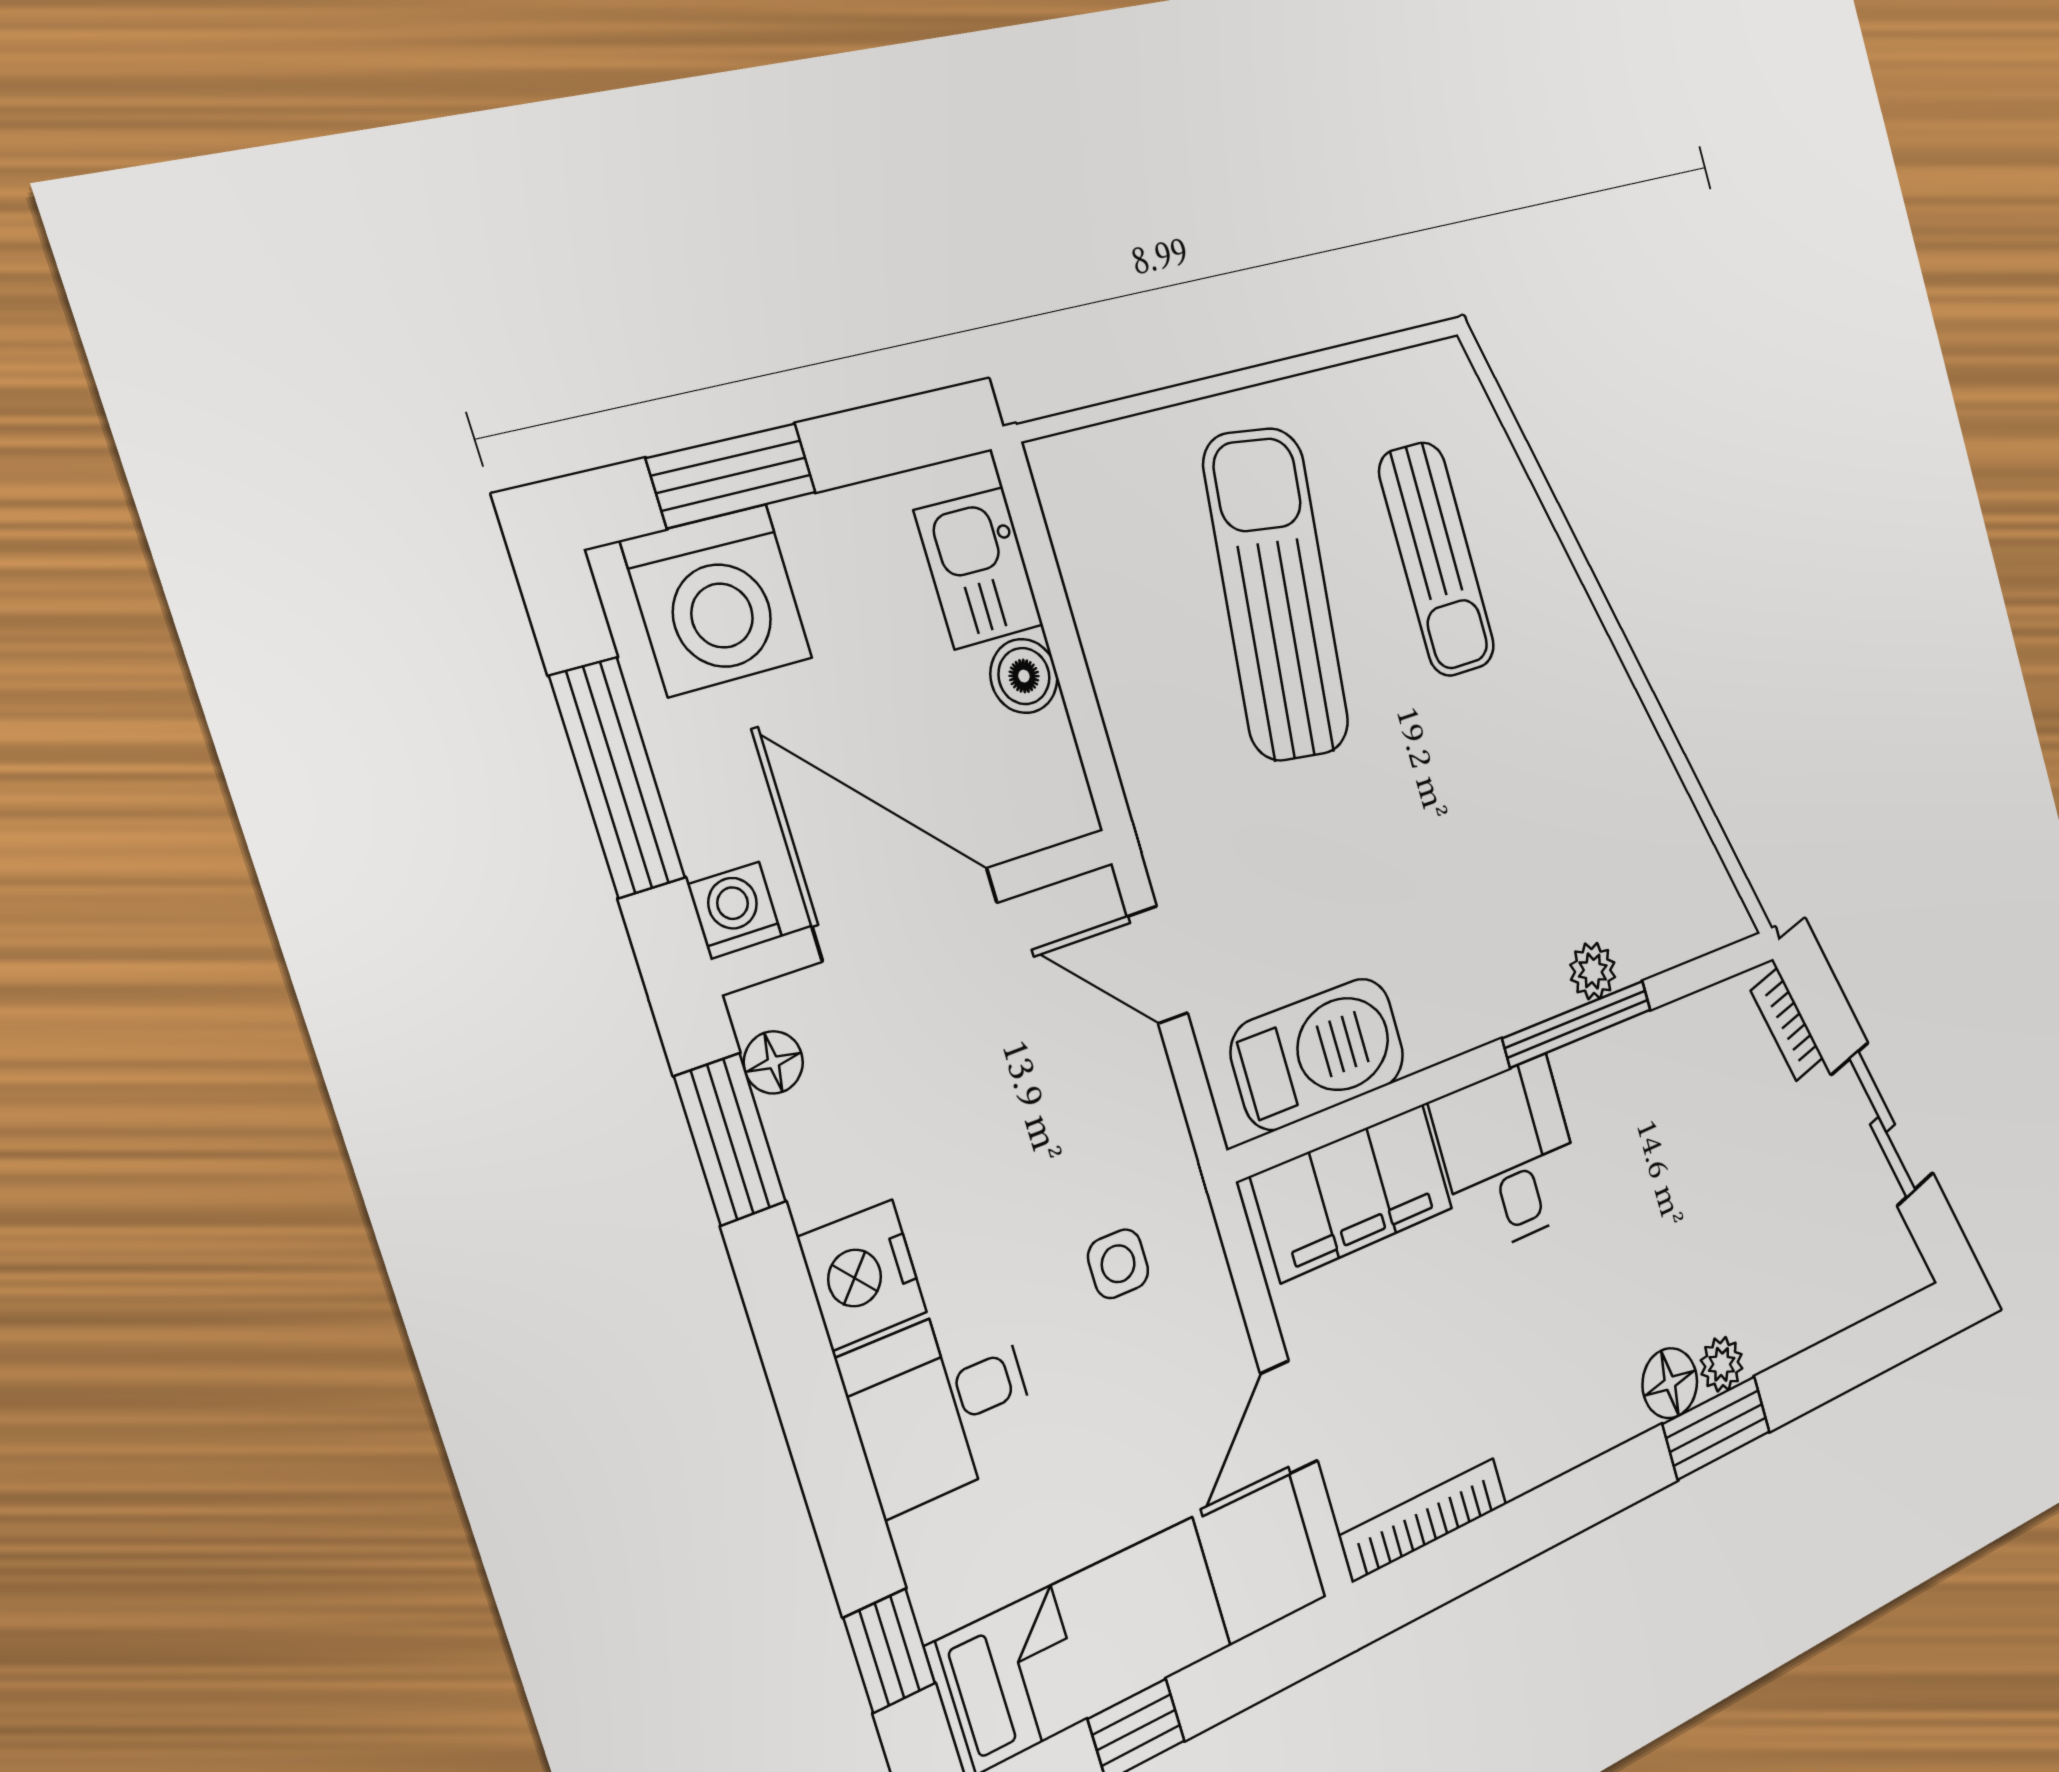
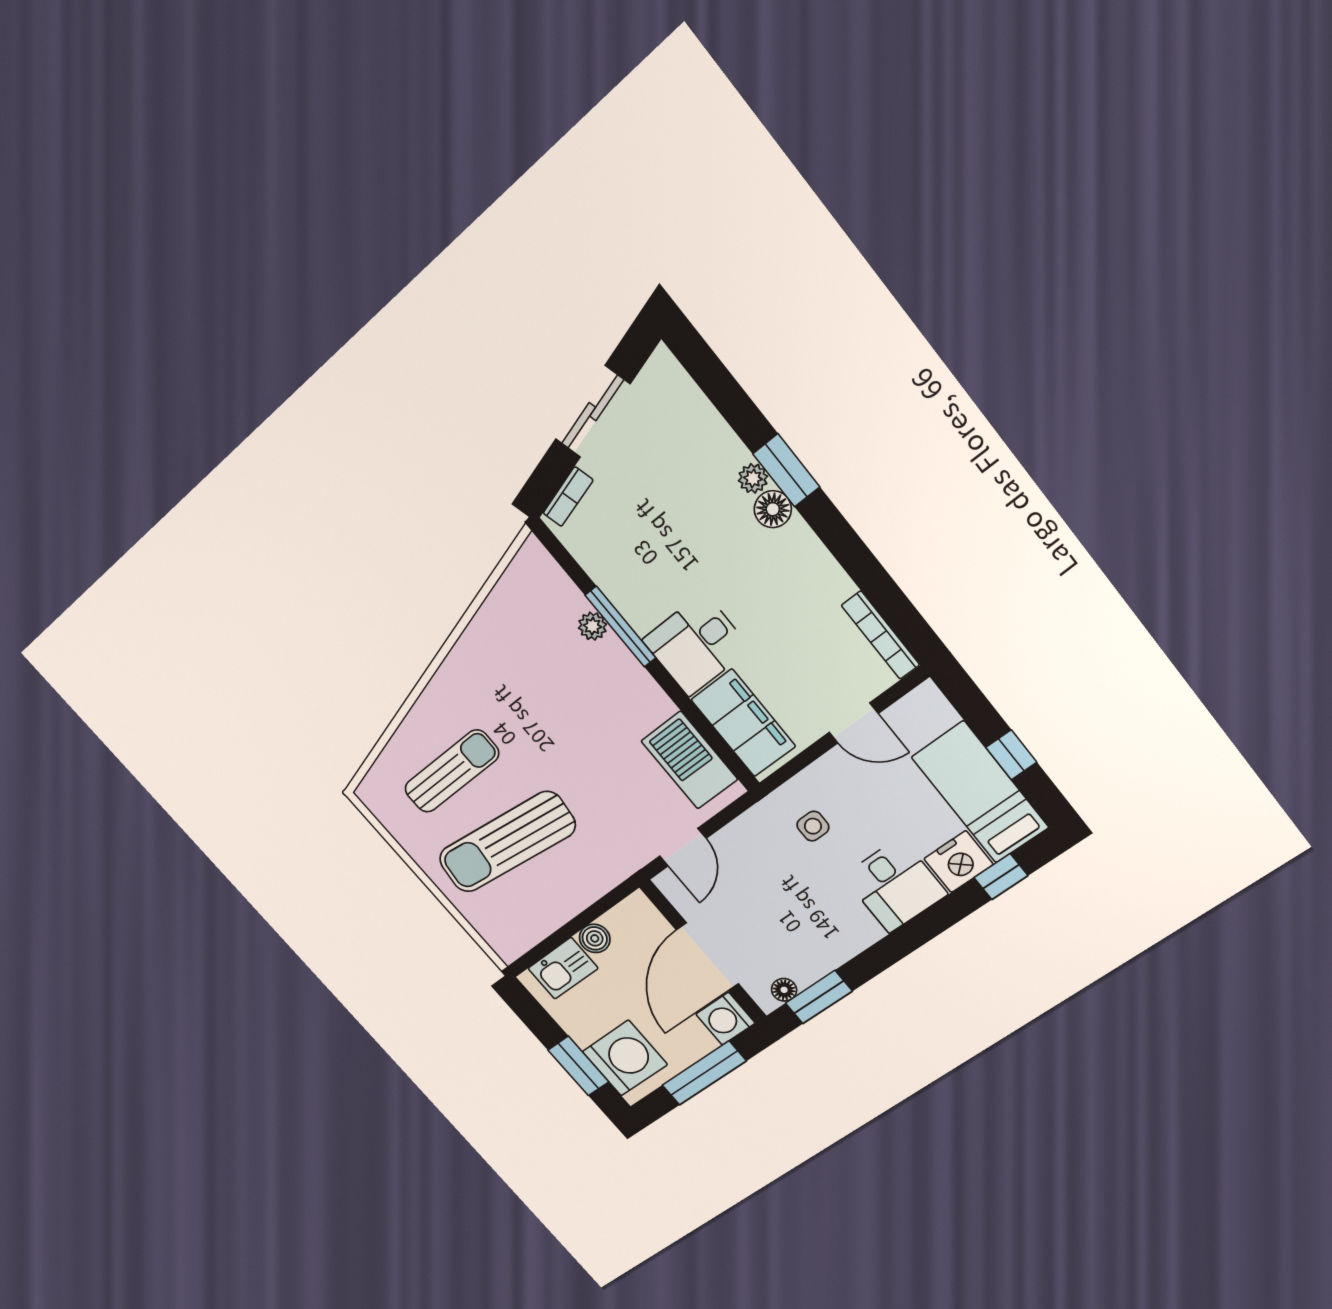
washing machine: (735, 911) -> (725, 1019), width x1.38, depth x1.38
nightstand: (862, 1275) -> (958, 862), moved

